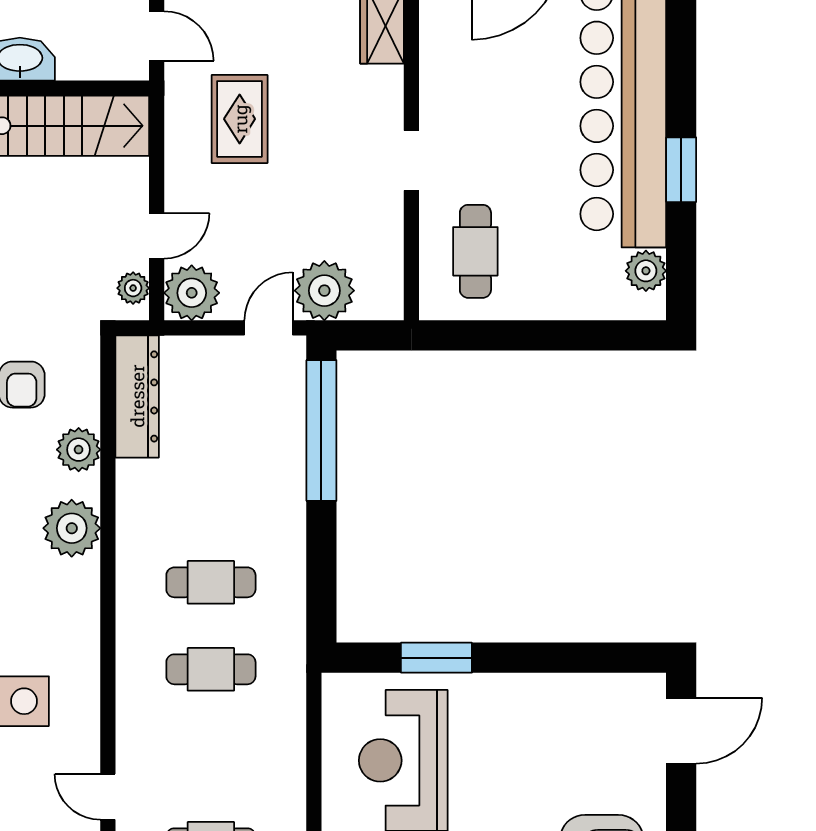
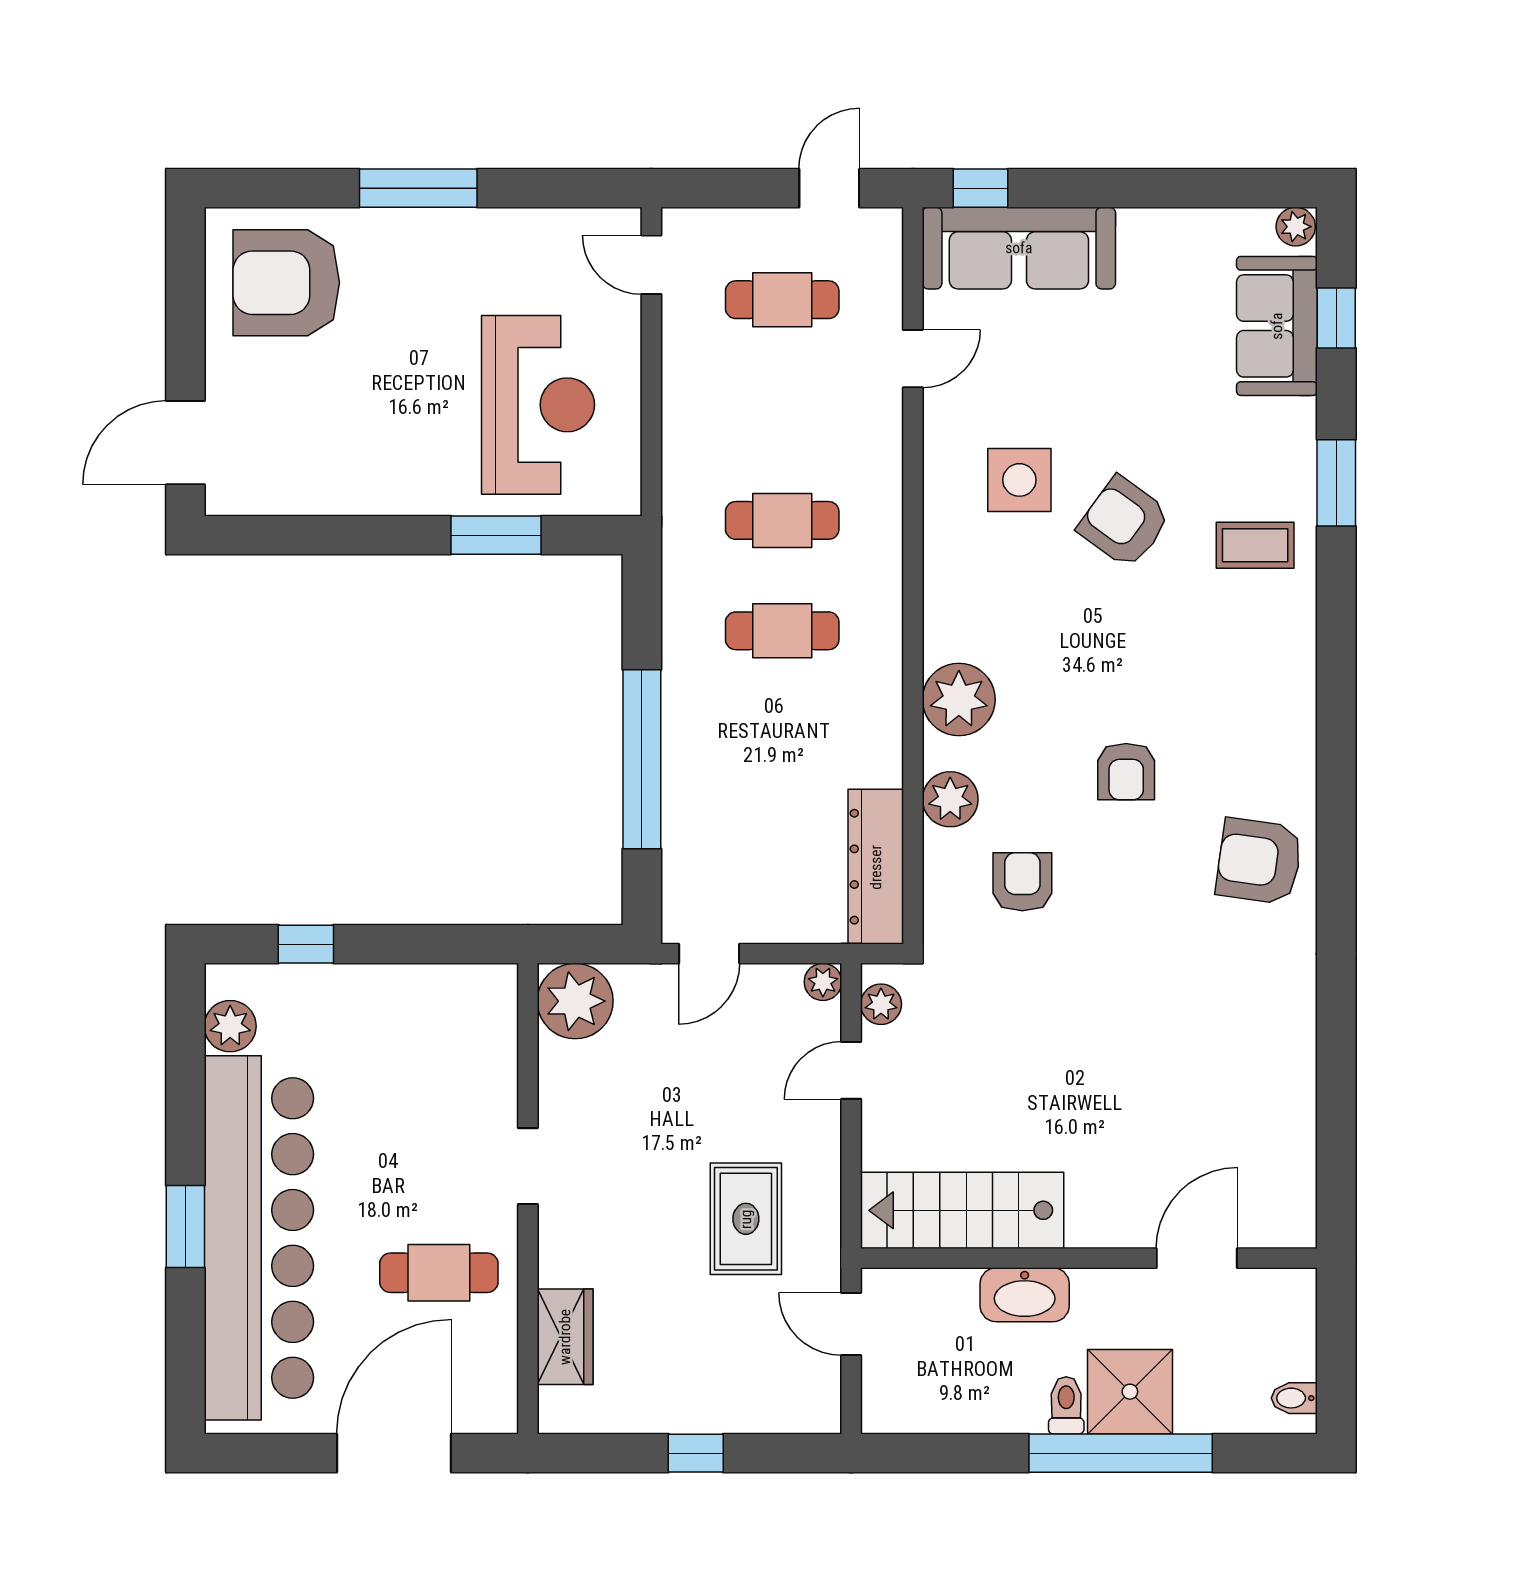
window: (681, 170) -> (185, 1227), moved
cafe table: (475, 251) -> (439, 1273), moved, turned 90
plant: (324, 291) -> (575, 1001), moved
plant: (192, 293) -> (823, 982), width x0.53, depth x0.53
window: (586, 335) -> (306, 944), added
window: (321, 431) -> (642, 759), moved
door: (108, 797) -> (913, 359), hinge flipped

